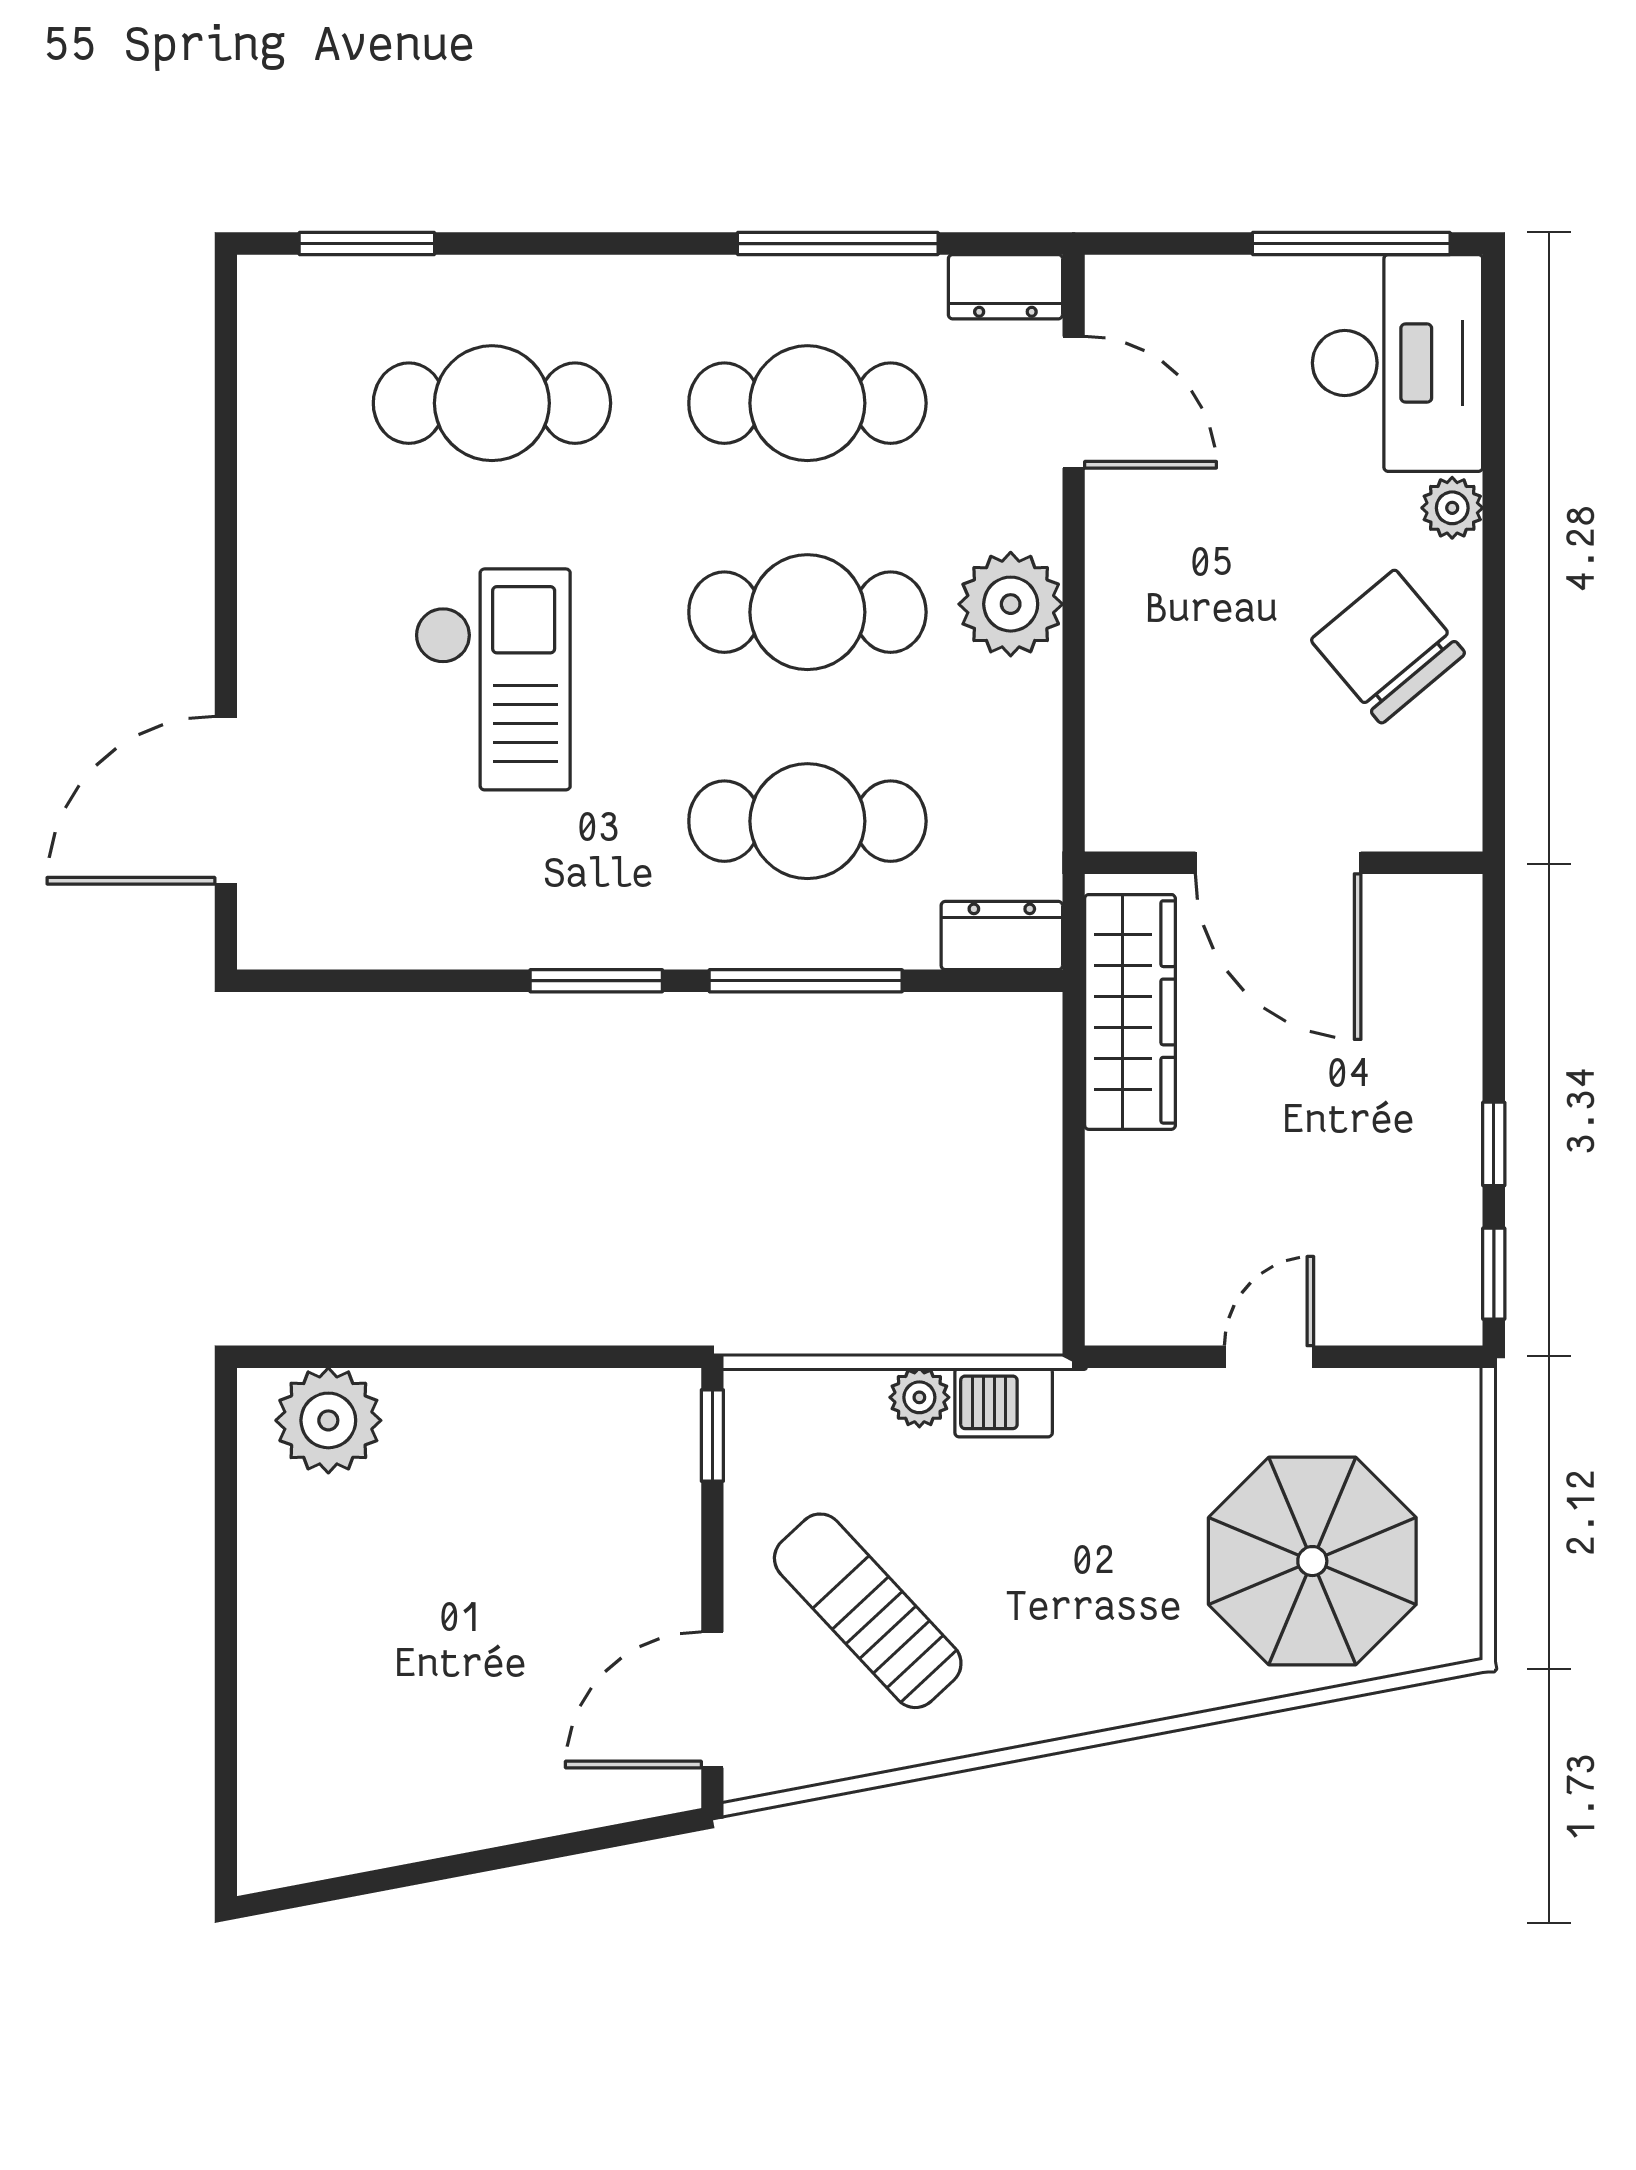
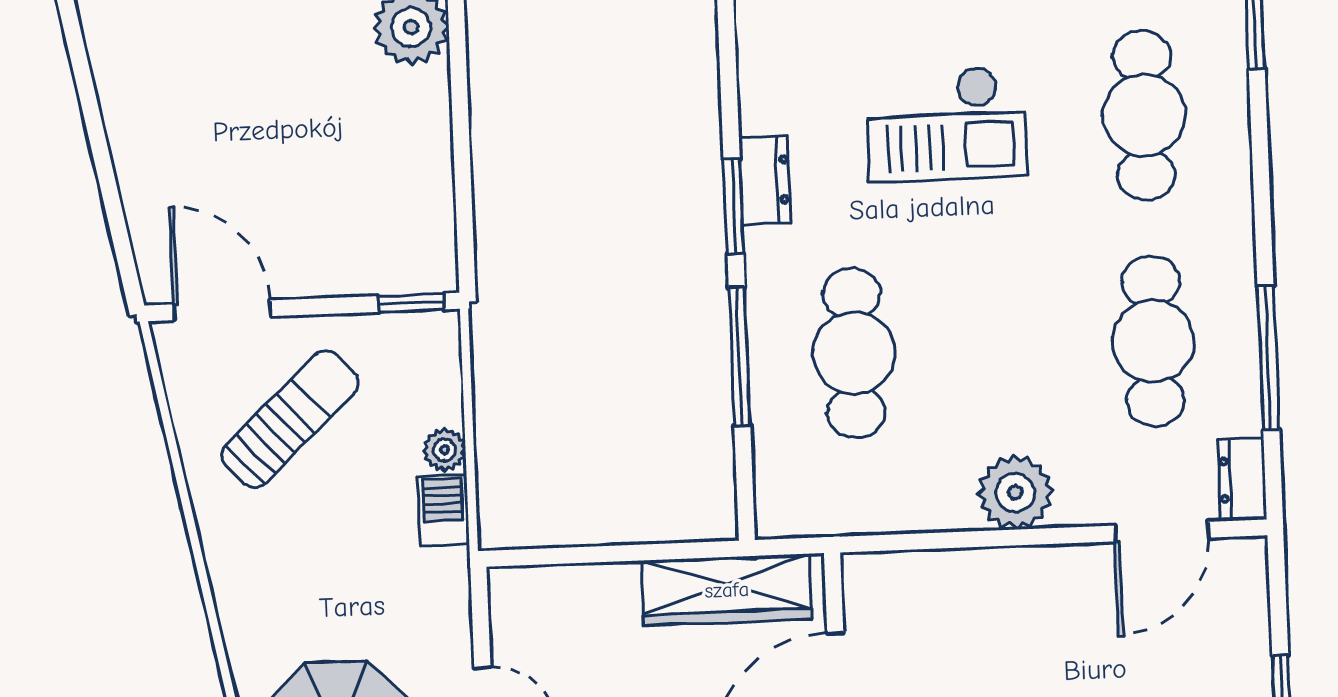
cafe table: (807, 612) -> (1004, 347), removed
dresser: (1002, 936) -> (765, 180), moved

